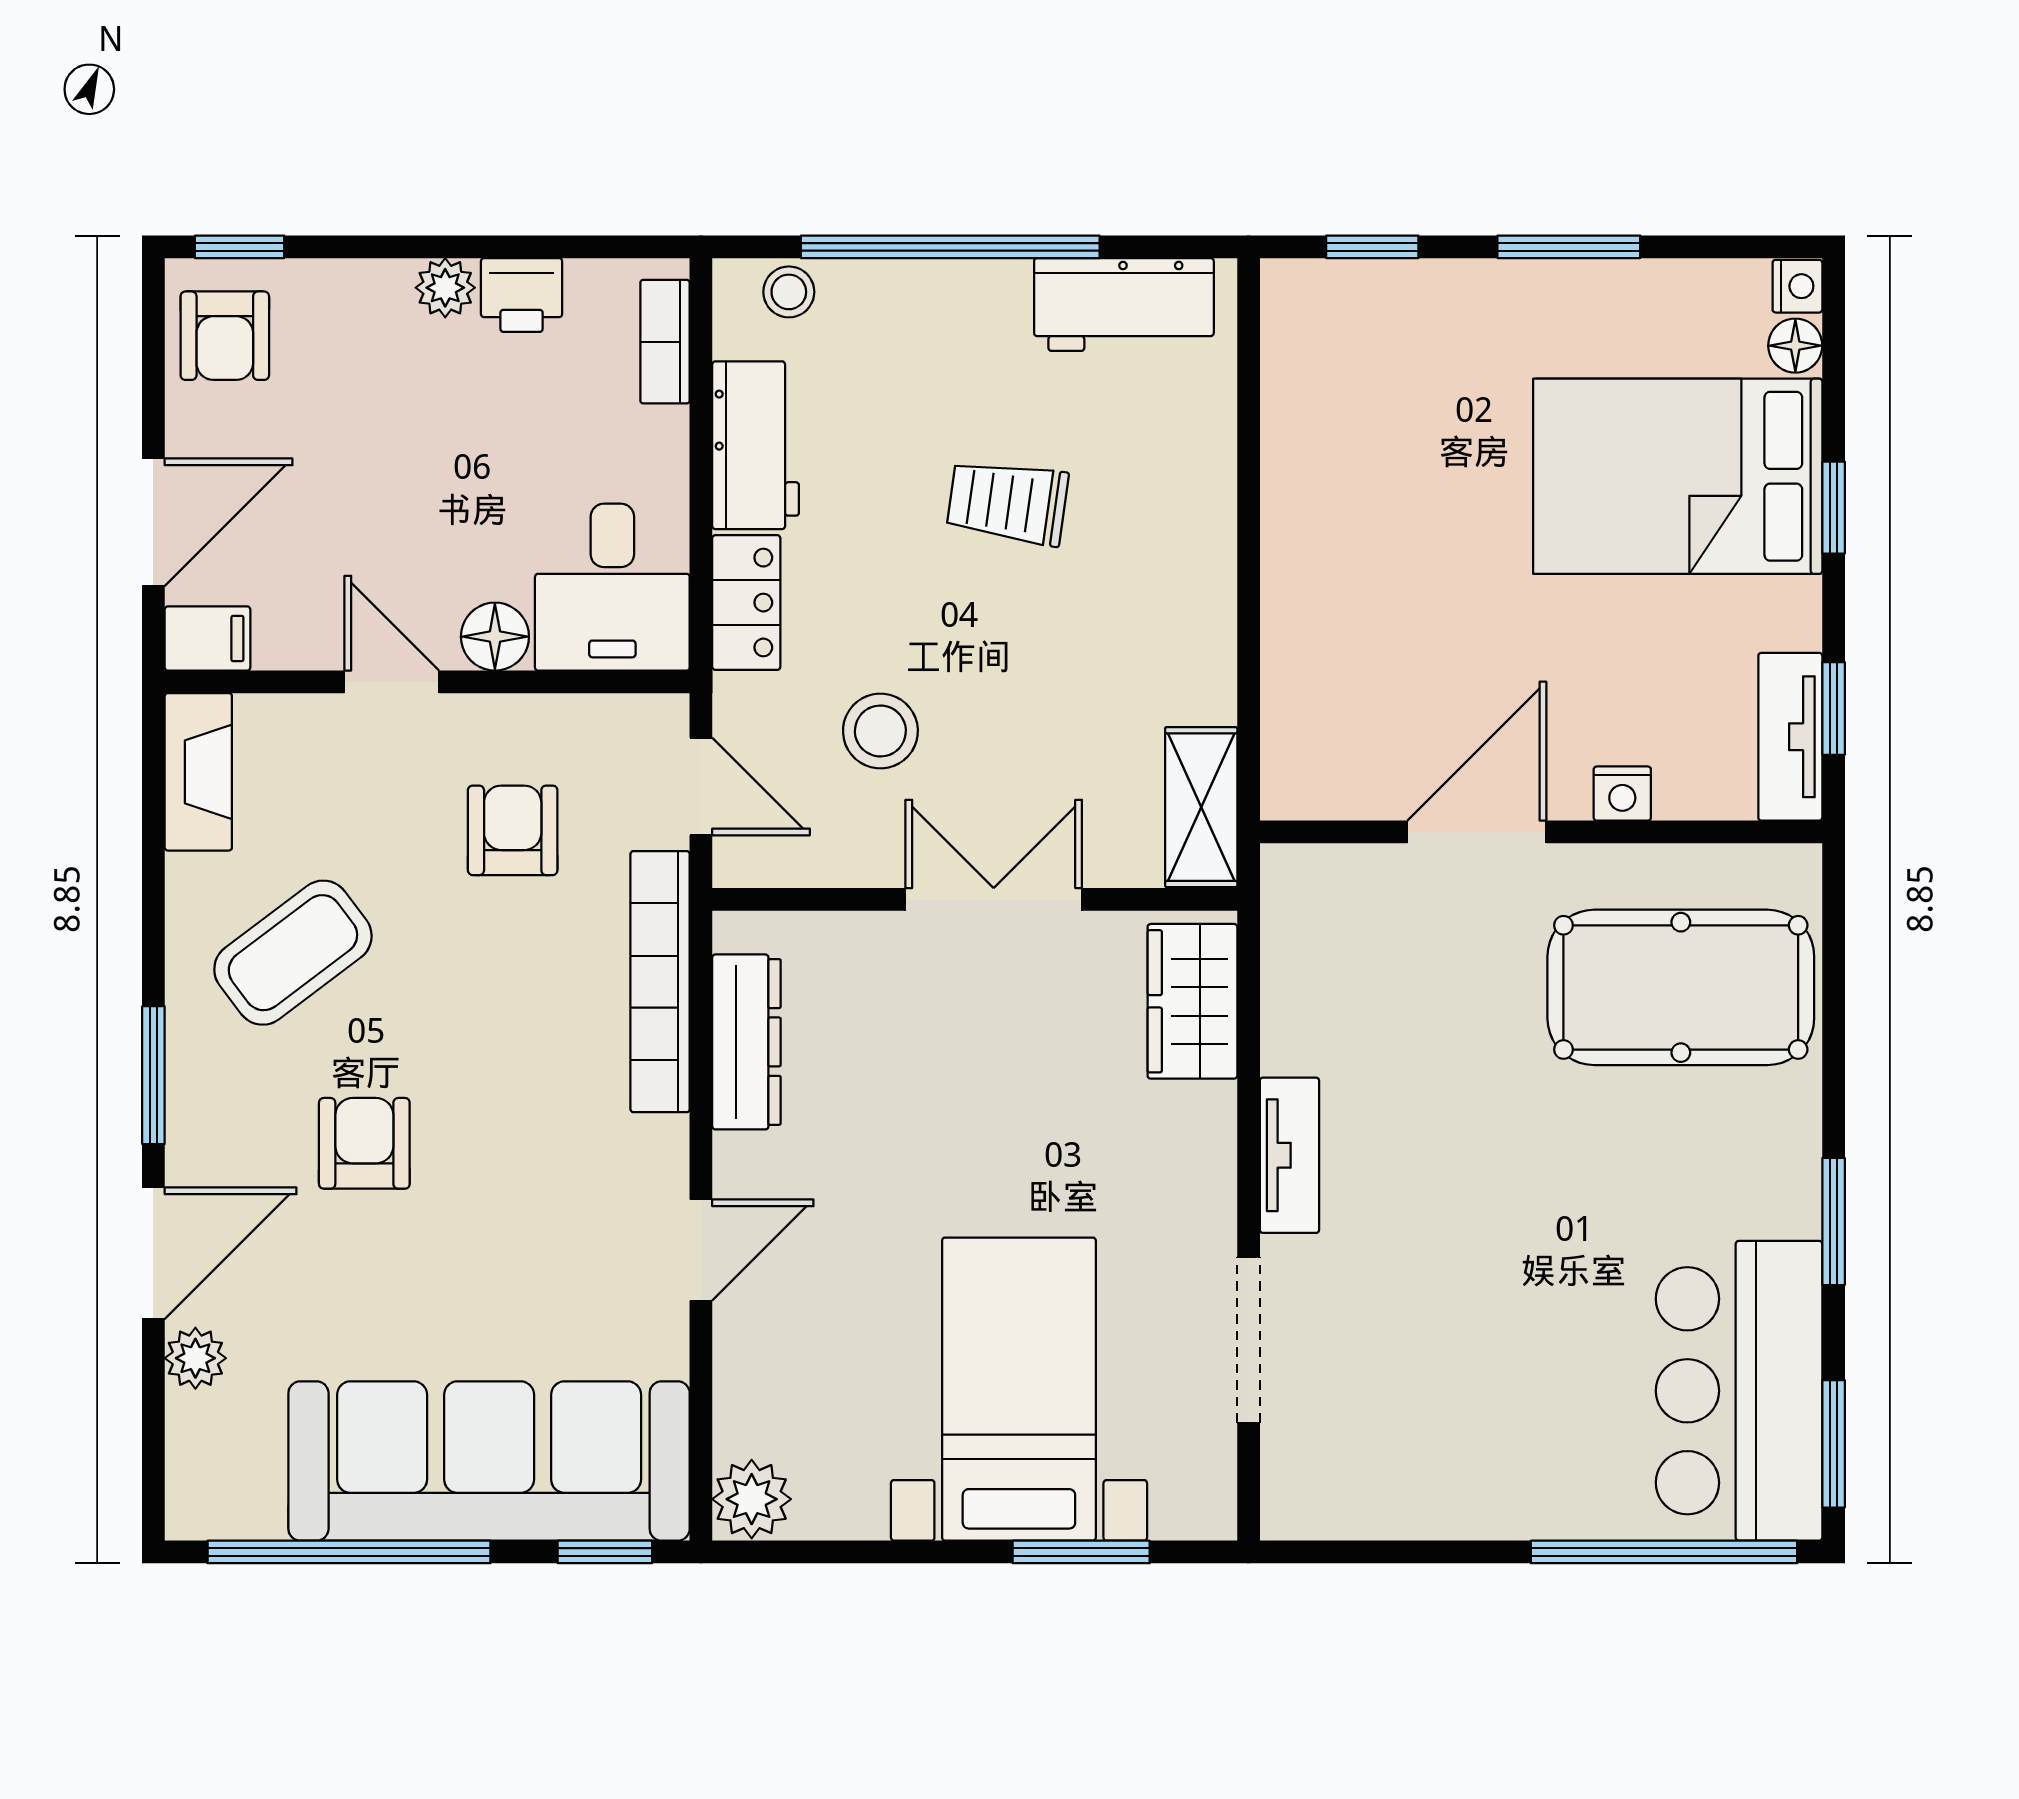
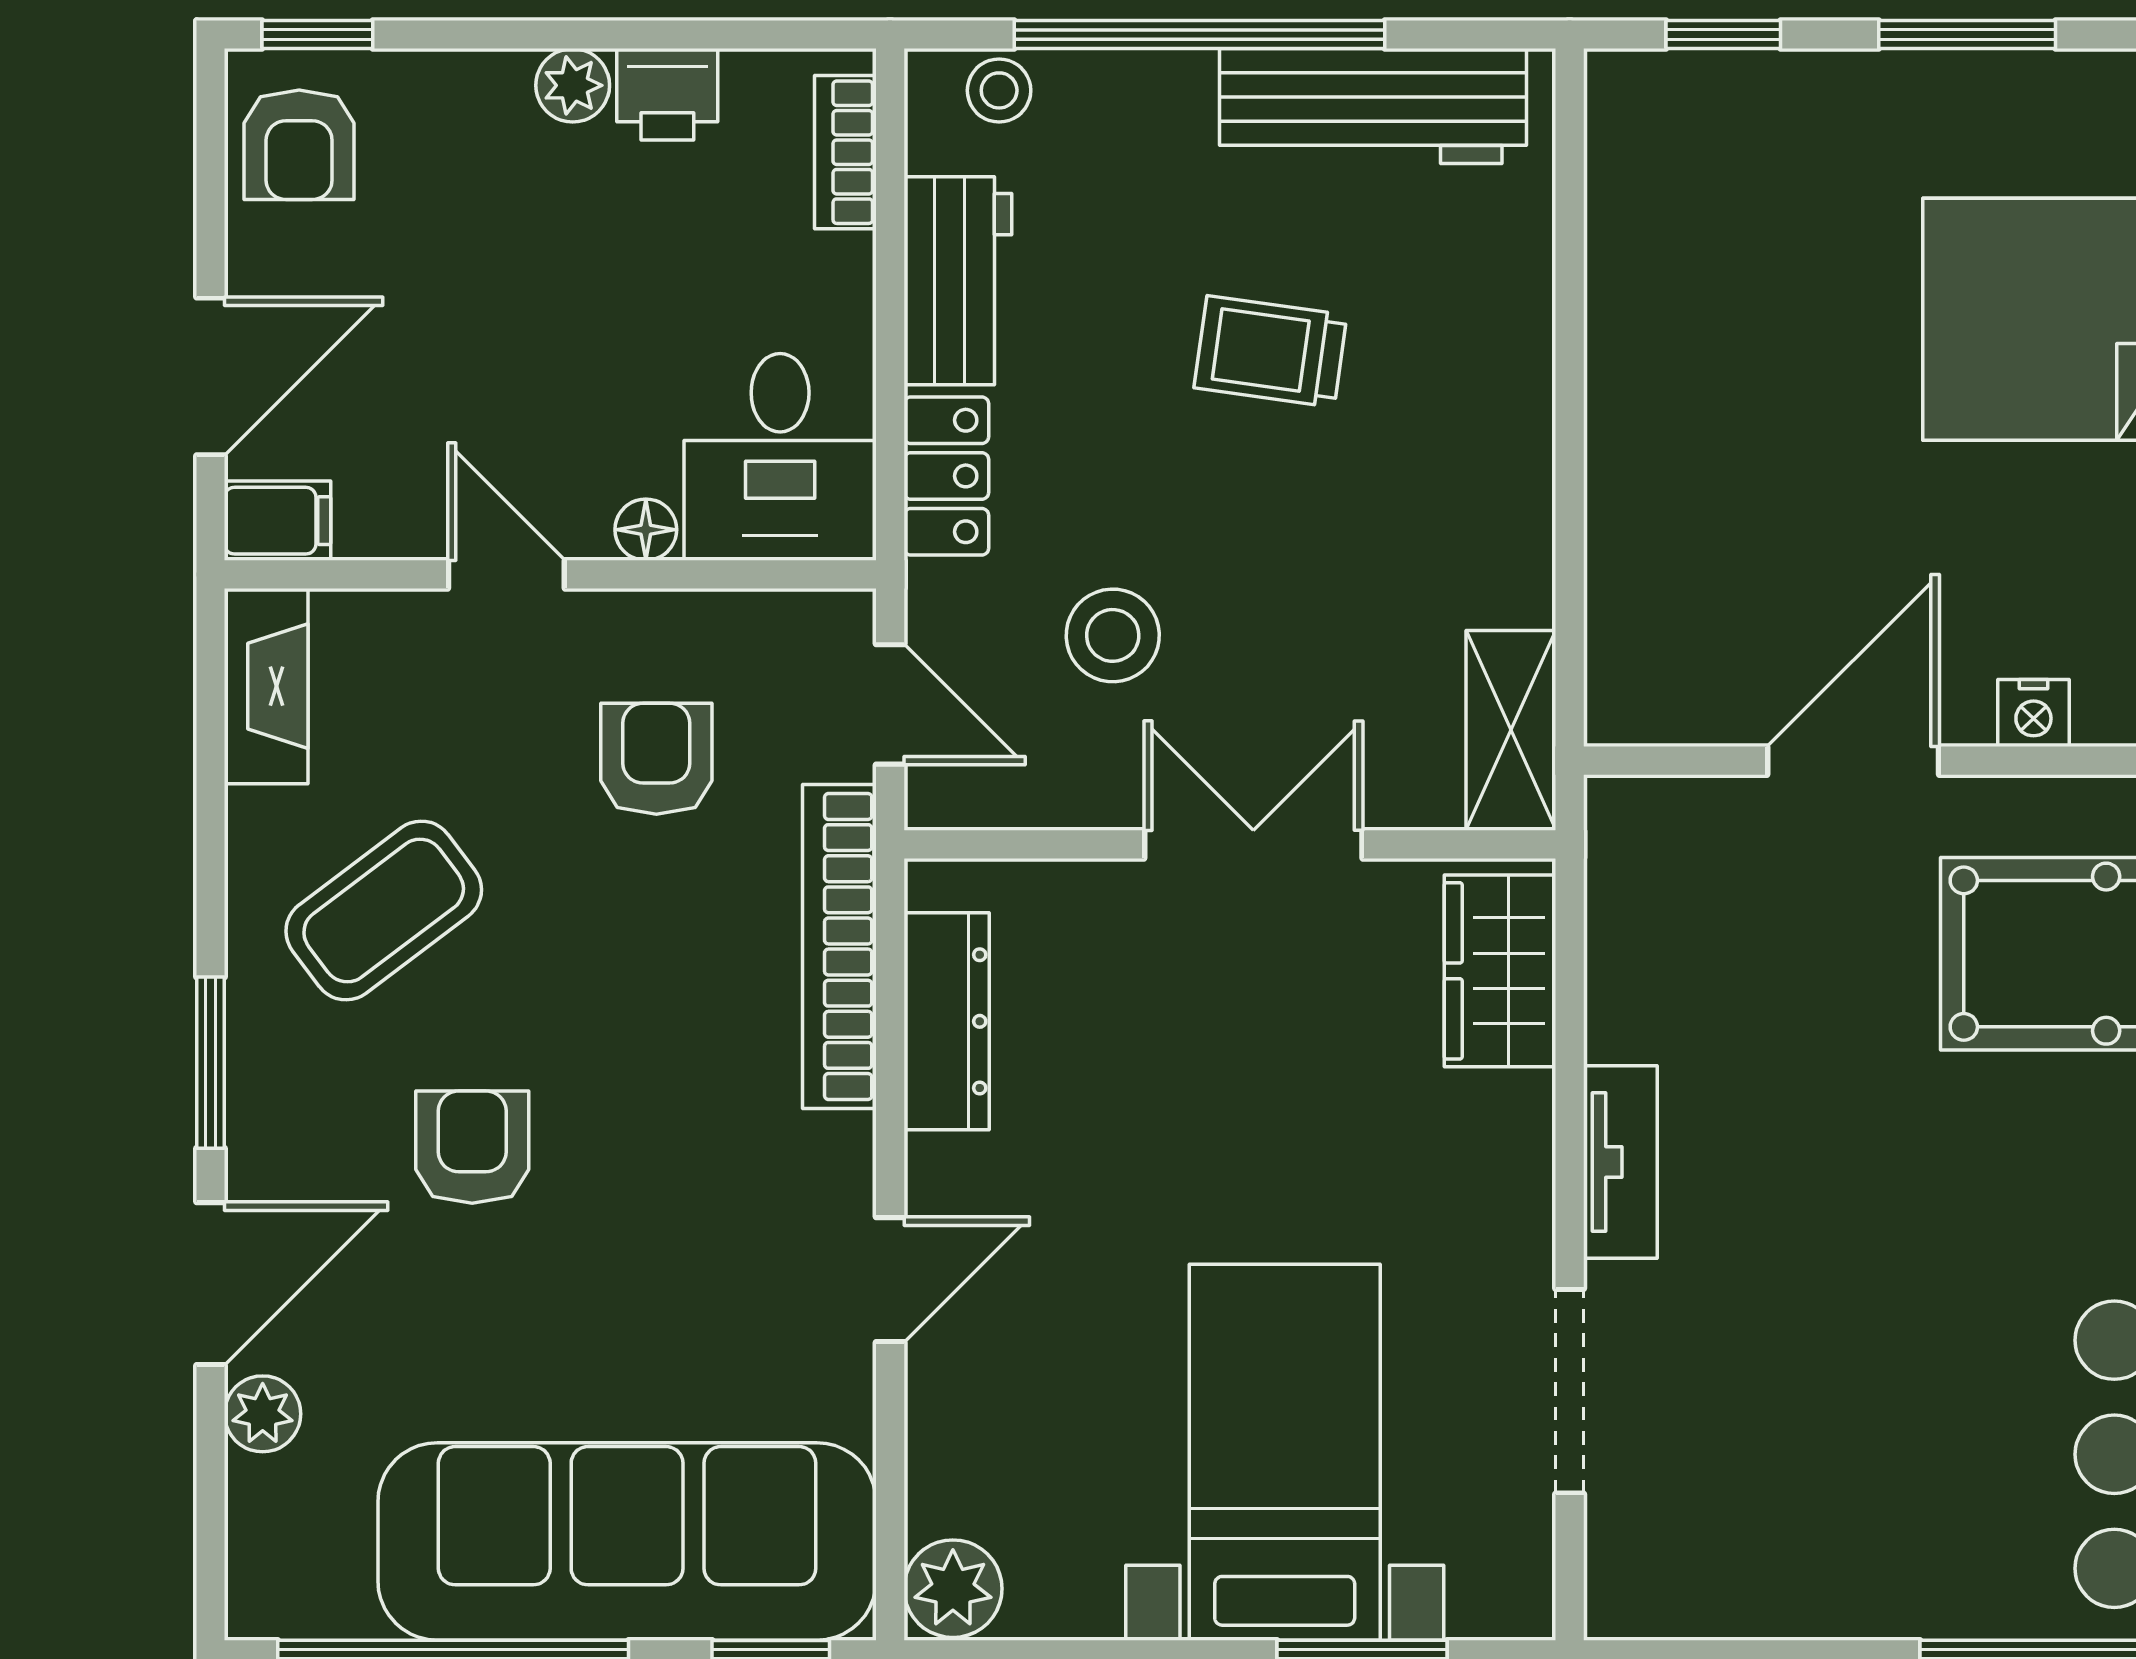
workbench: (1124, 305) -> (1373, 106), width x1.38
floor lamp: (495, 637) -> (646, 530), width x0.73, depth x0.73

